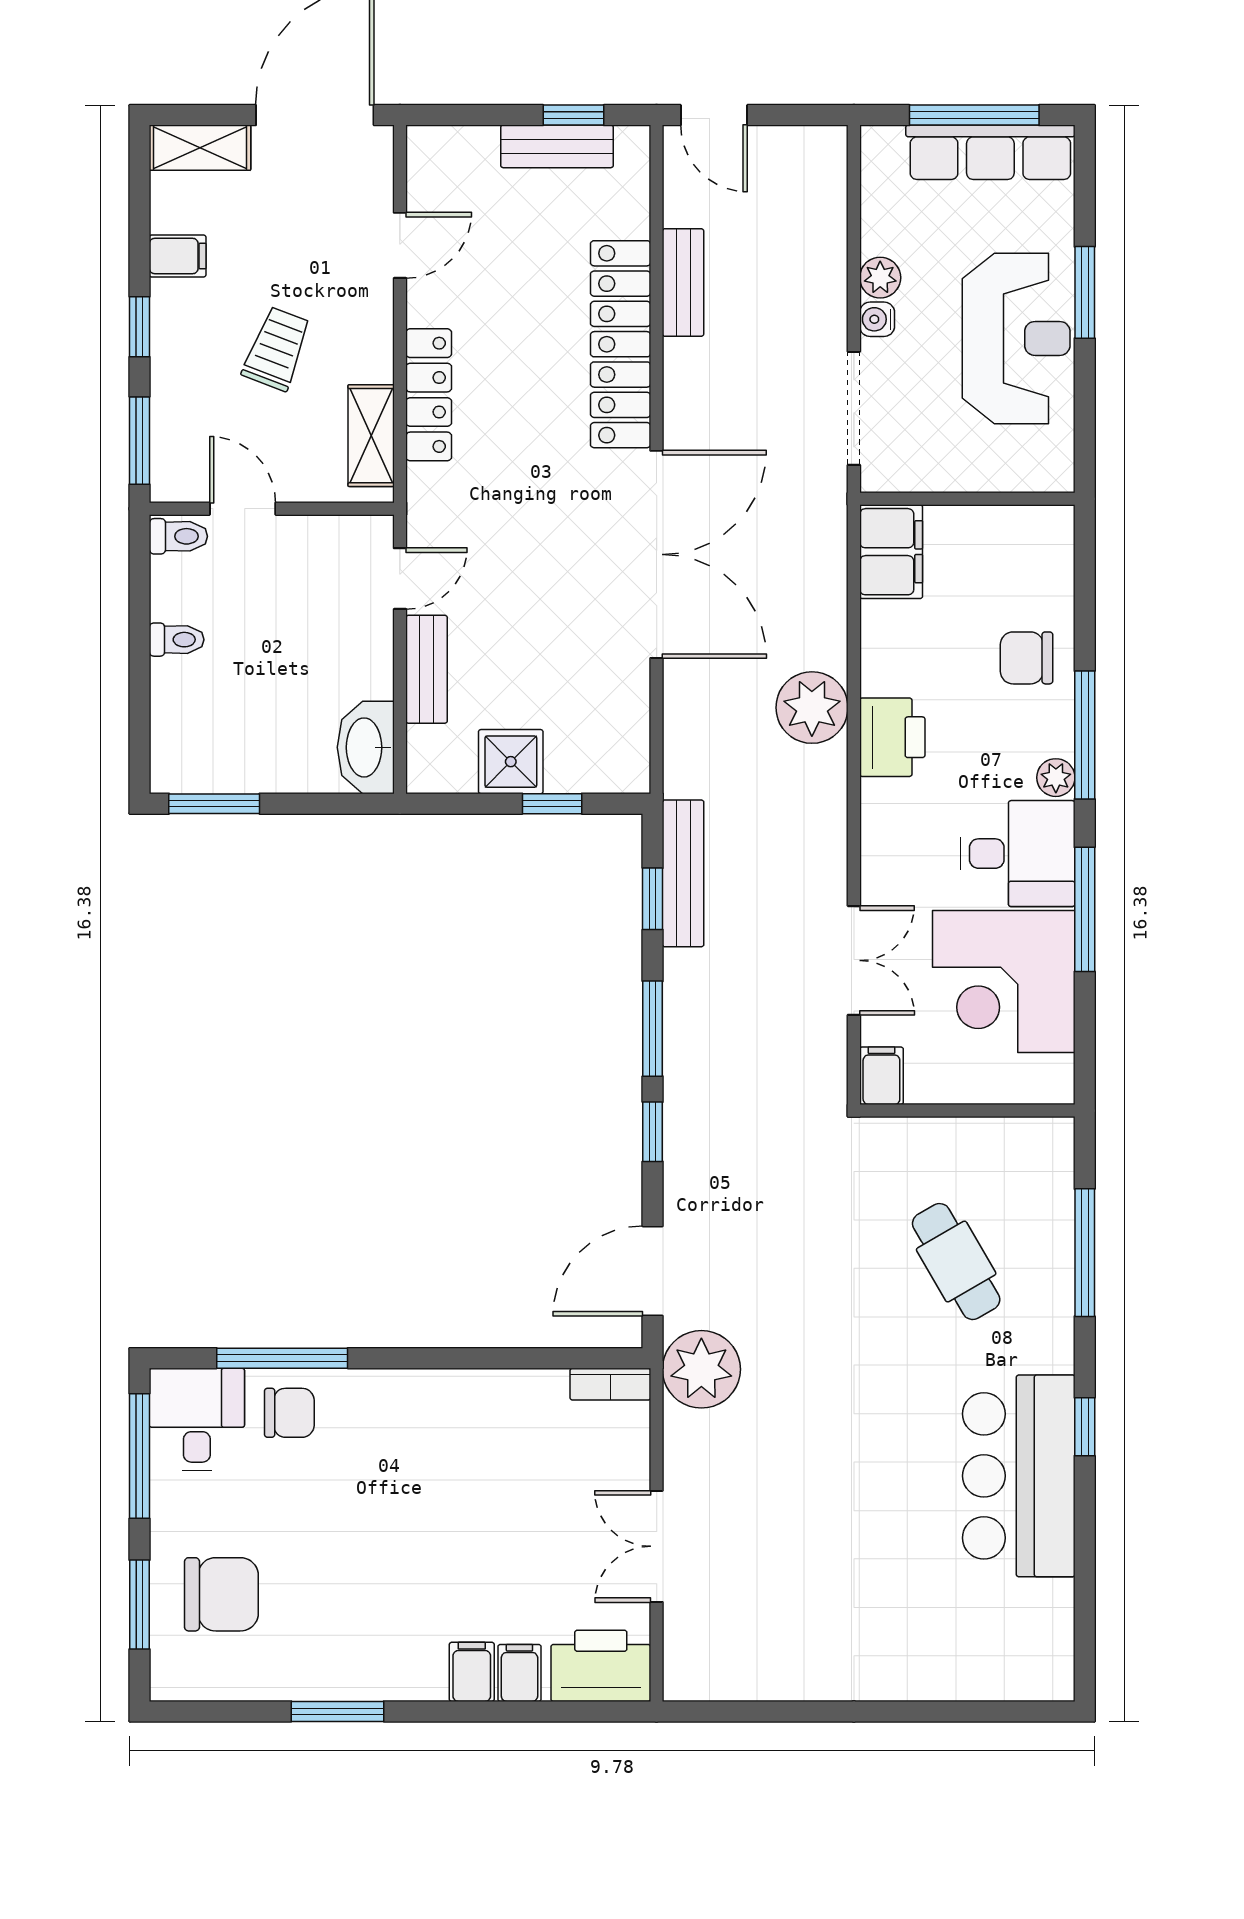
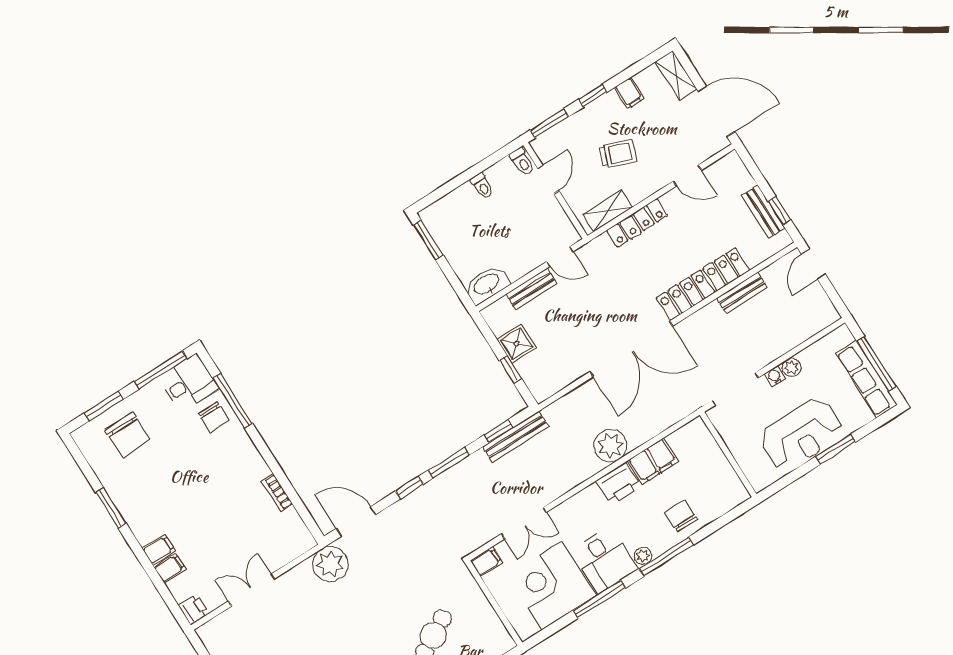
filing cabinet: (891, 552) -> (653, 461), moved
bookcase: (610, 1384) -> (277, 493), moved
printer: (601, 1666) -> (194, 609), width x0.53, depth x0.68

